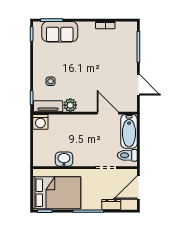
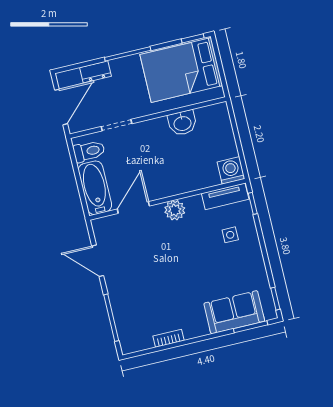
plant: (70, 105) -> (175, 210), moved
door: (108, 113) -> (133, 207), swing flipped

